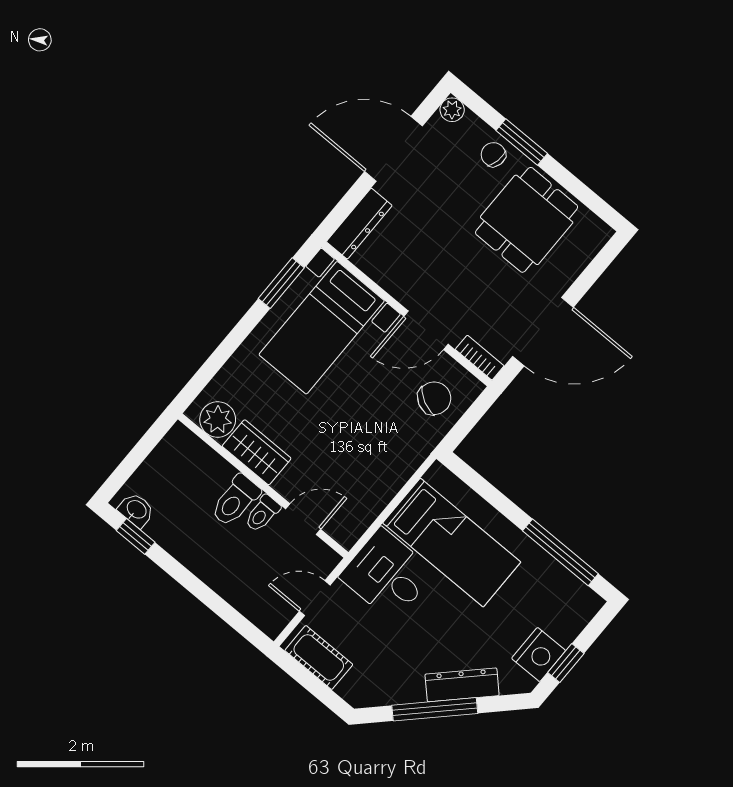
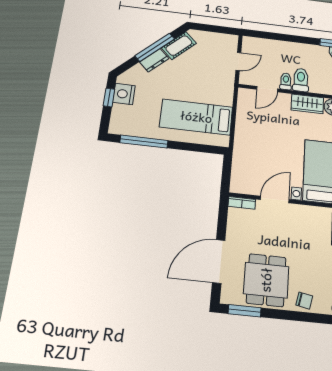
window: (522, 142) -> (245, 311), moved
door: (543, 332) -> (219, 261), moved
chair: (434, 398) -> (249, 172), removed
desk: (387, 575) -> (215, 88), removed
cot: (319, 657) -> (179, 46), moved, turned -45
dresser: (462, 685) -> (154, 60), width x0.70

